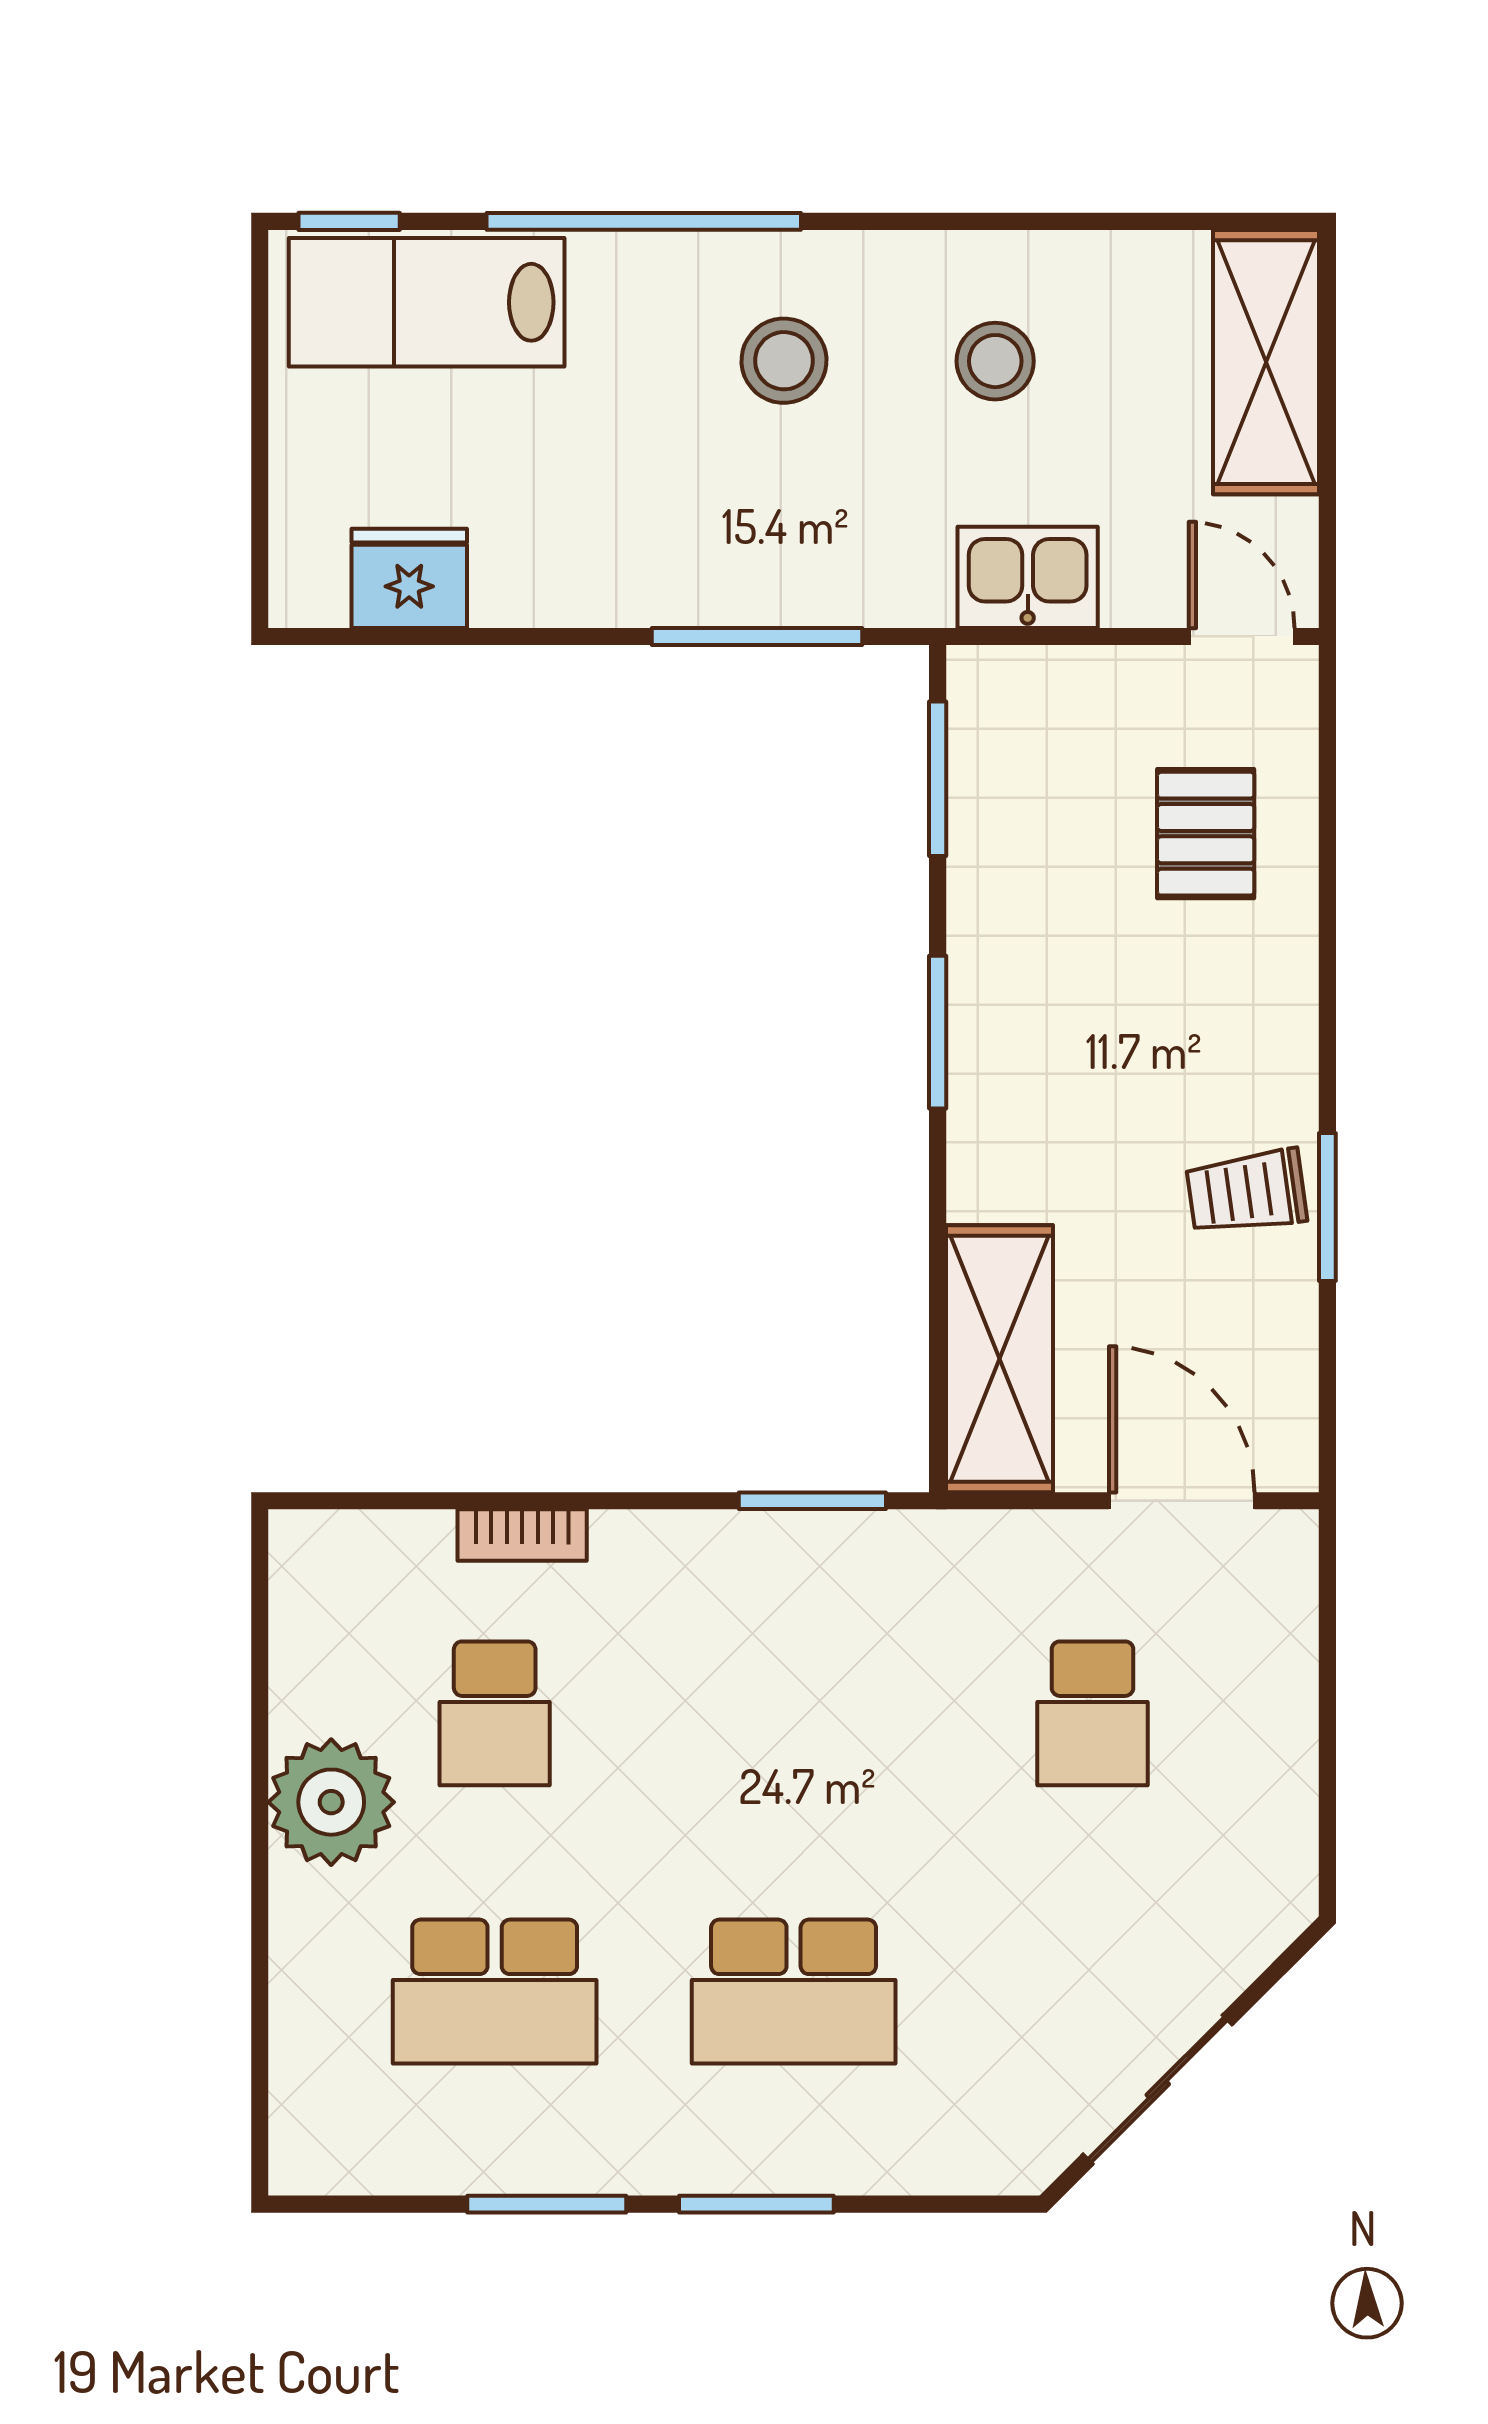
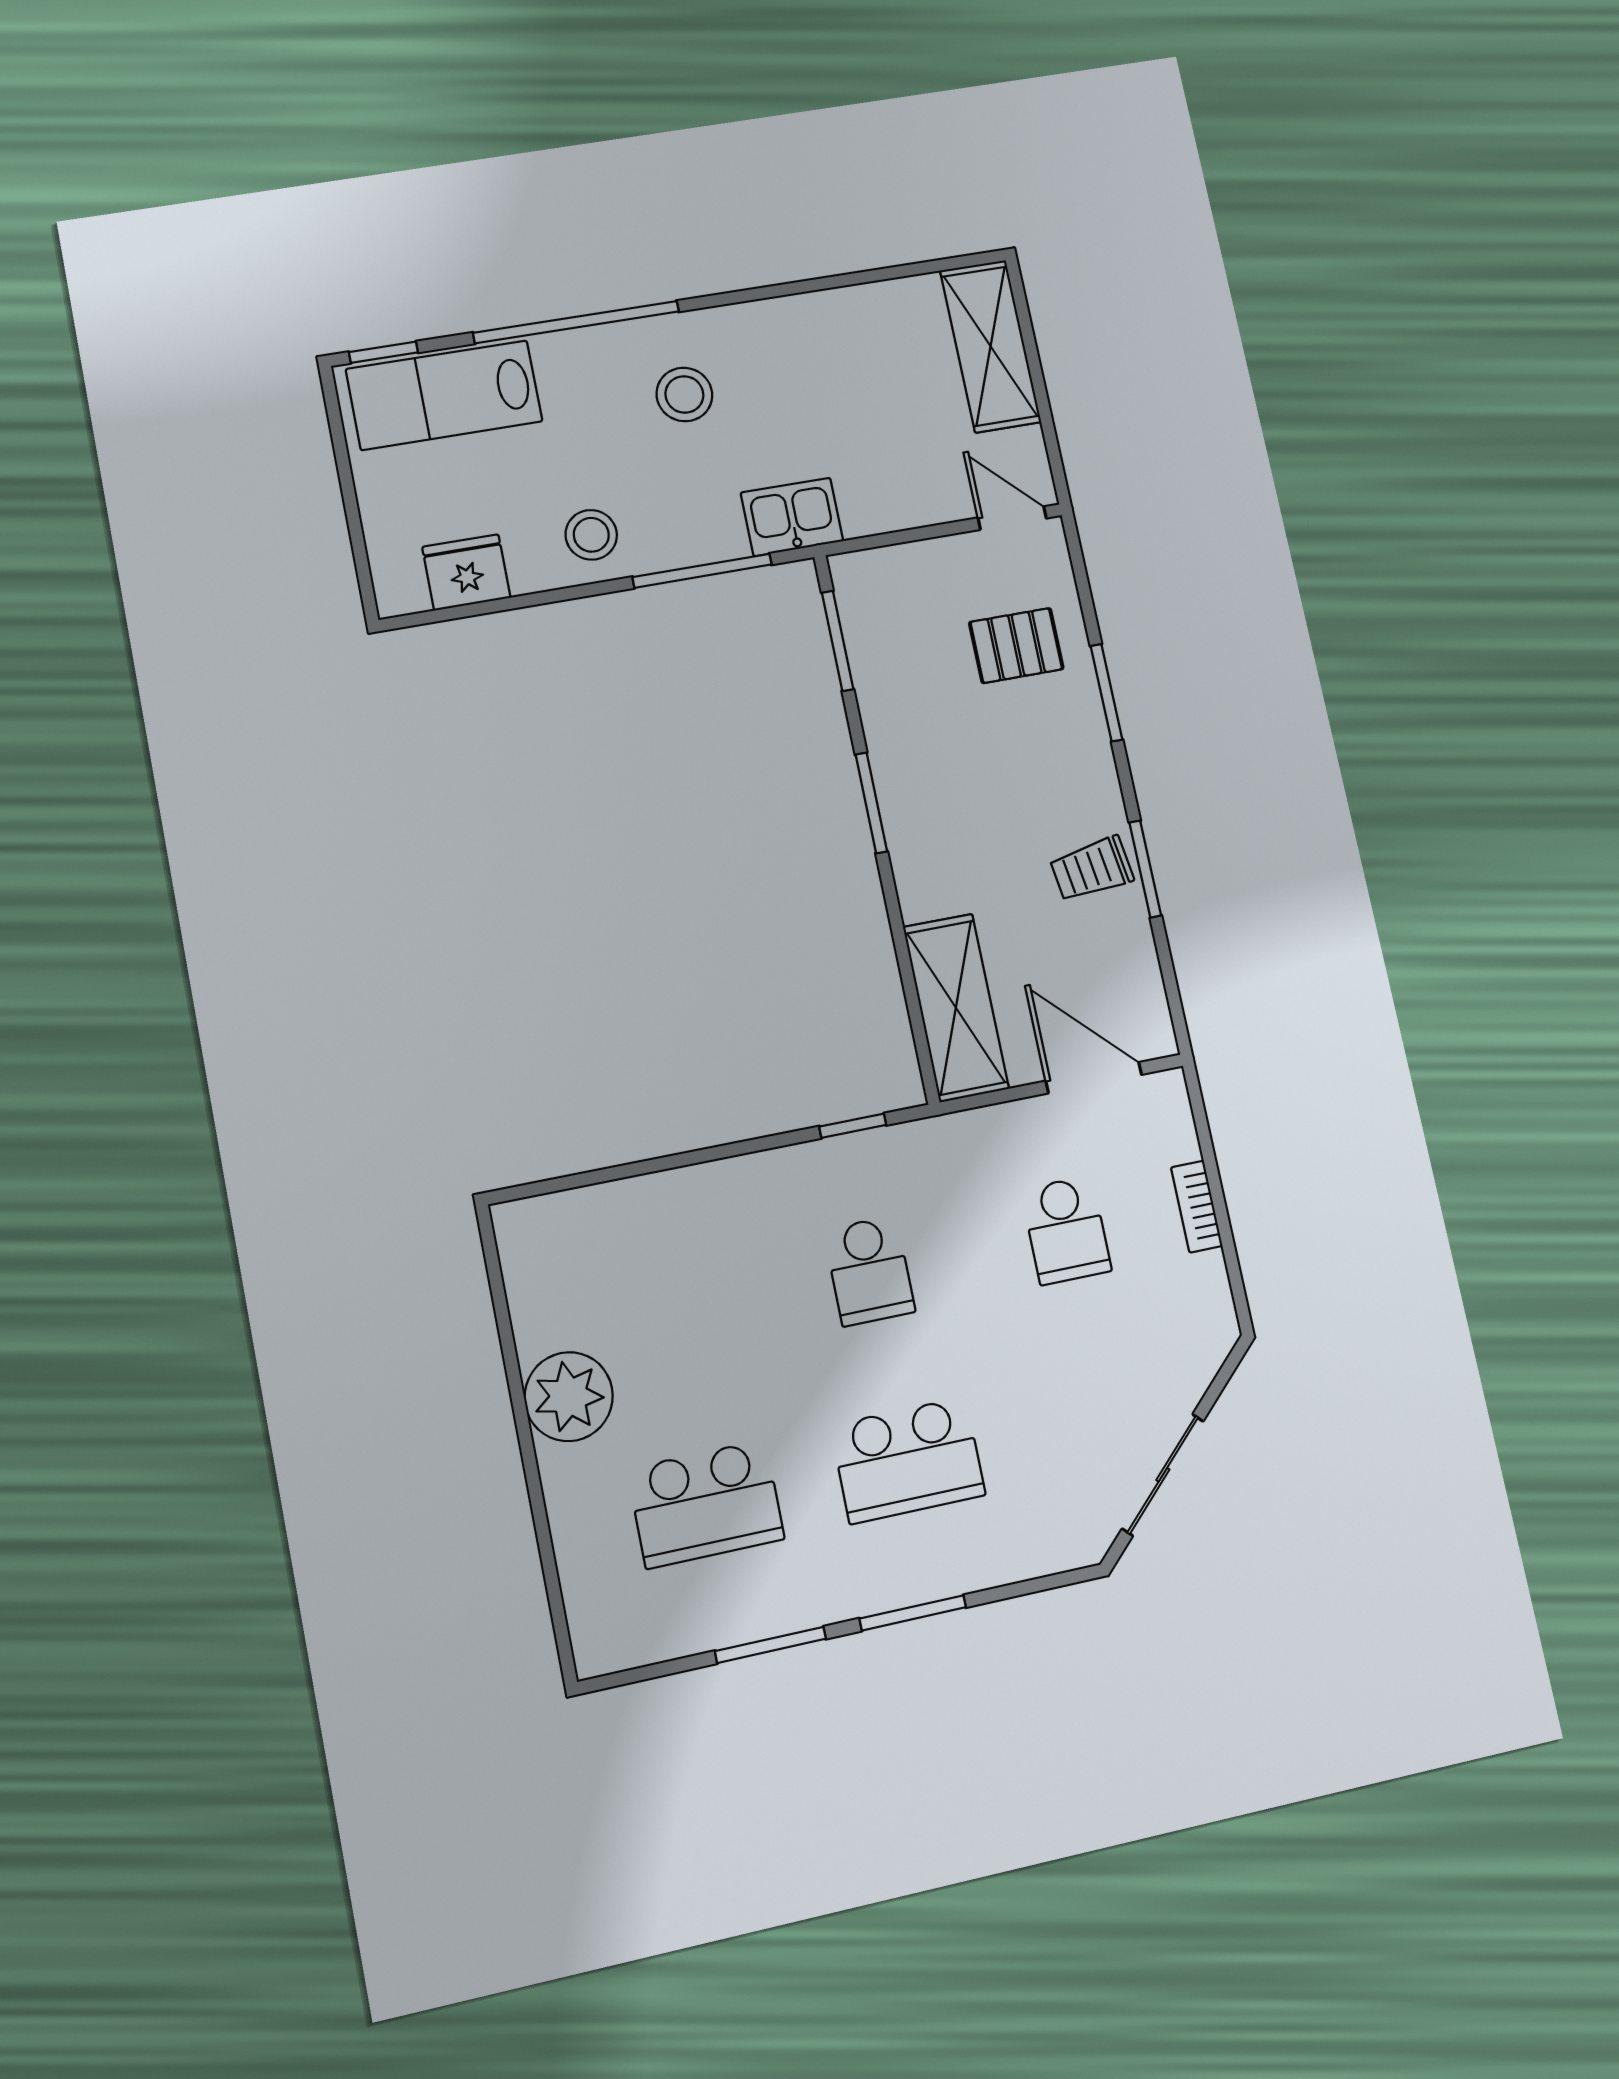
stool: (995, 361) -> (591, 535), moved
kitchen sink: (1028, 577) -> (792, 517), moved
pallet: (1206, 834) -> (1016, 646), turned 90
window: (1327, 930) -> (1106, 693), added
window: (812, 1501) -> (853, 1126), width x0.67
bookcase: (522, 1535) -> (1197, 1207), moved, turned 90
school desk: (495, 1713) -> (869, 1271), moved

